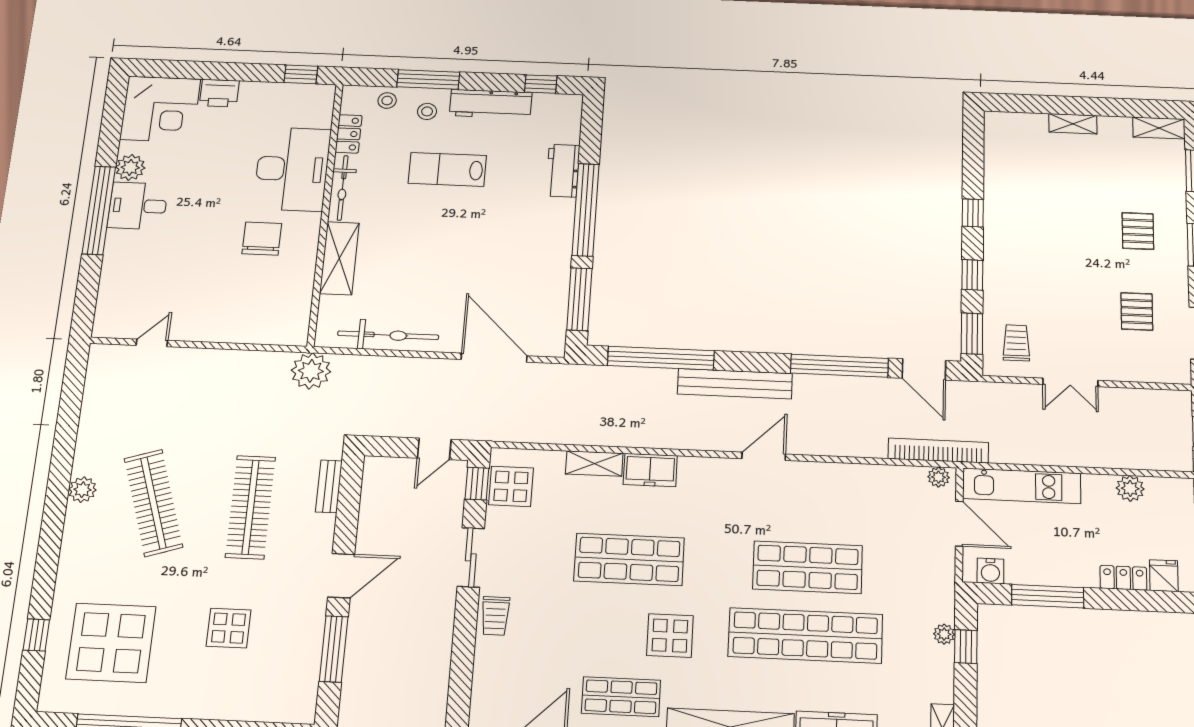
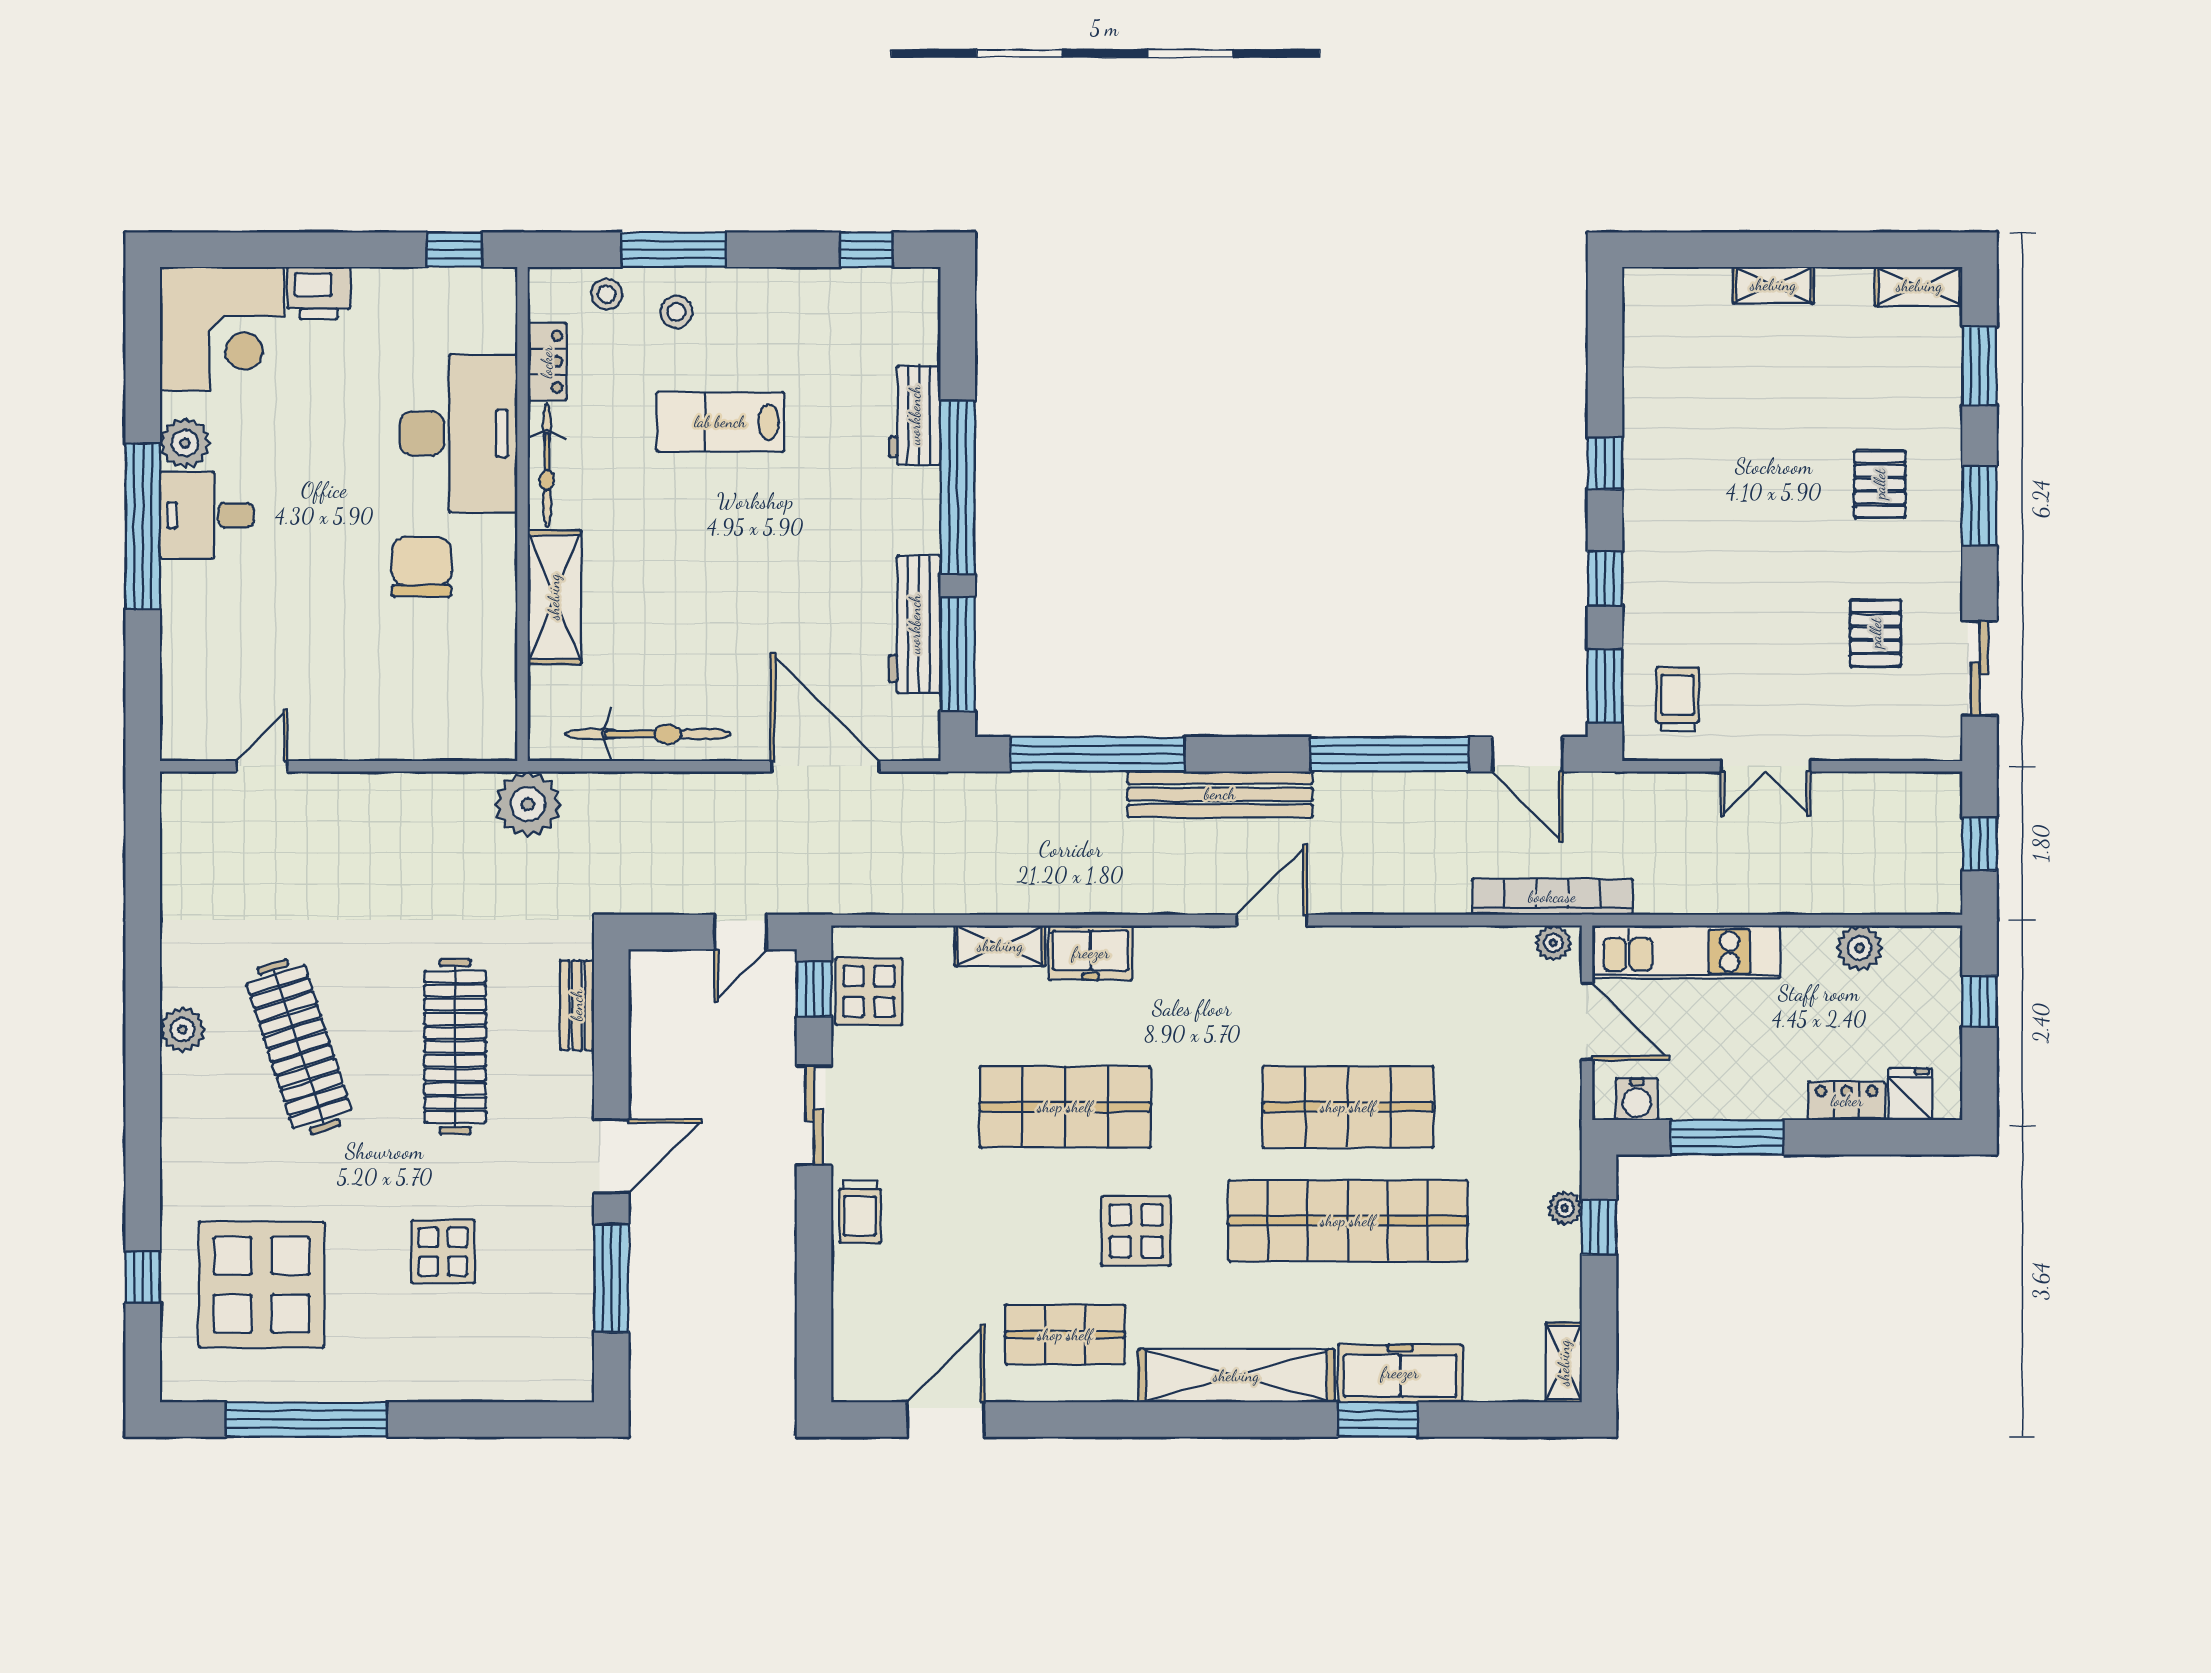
workbench: (491, 104) -> (915, 624), moved, turned 90

